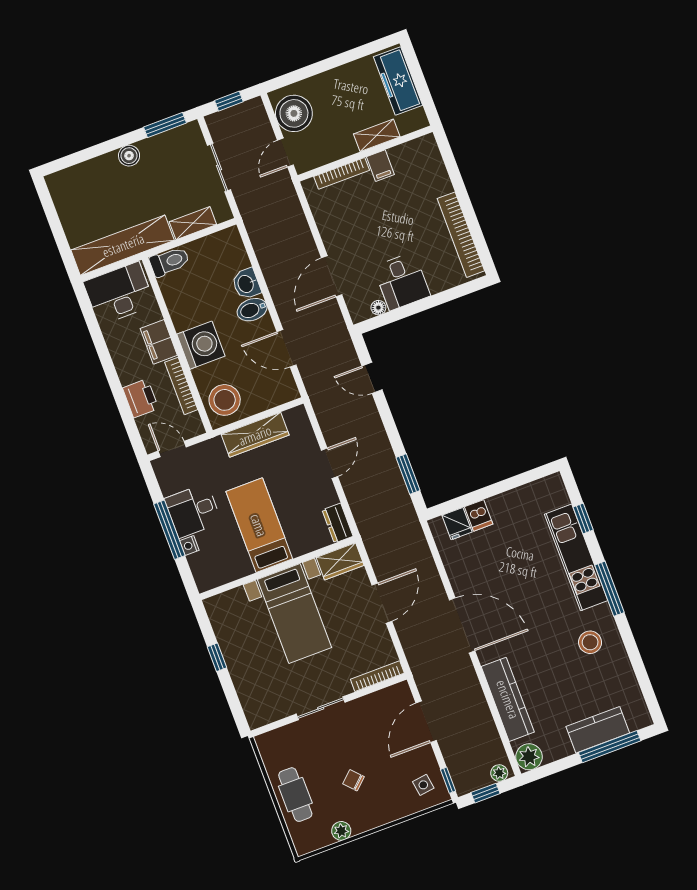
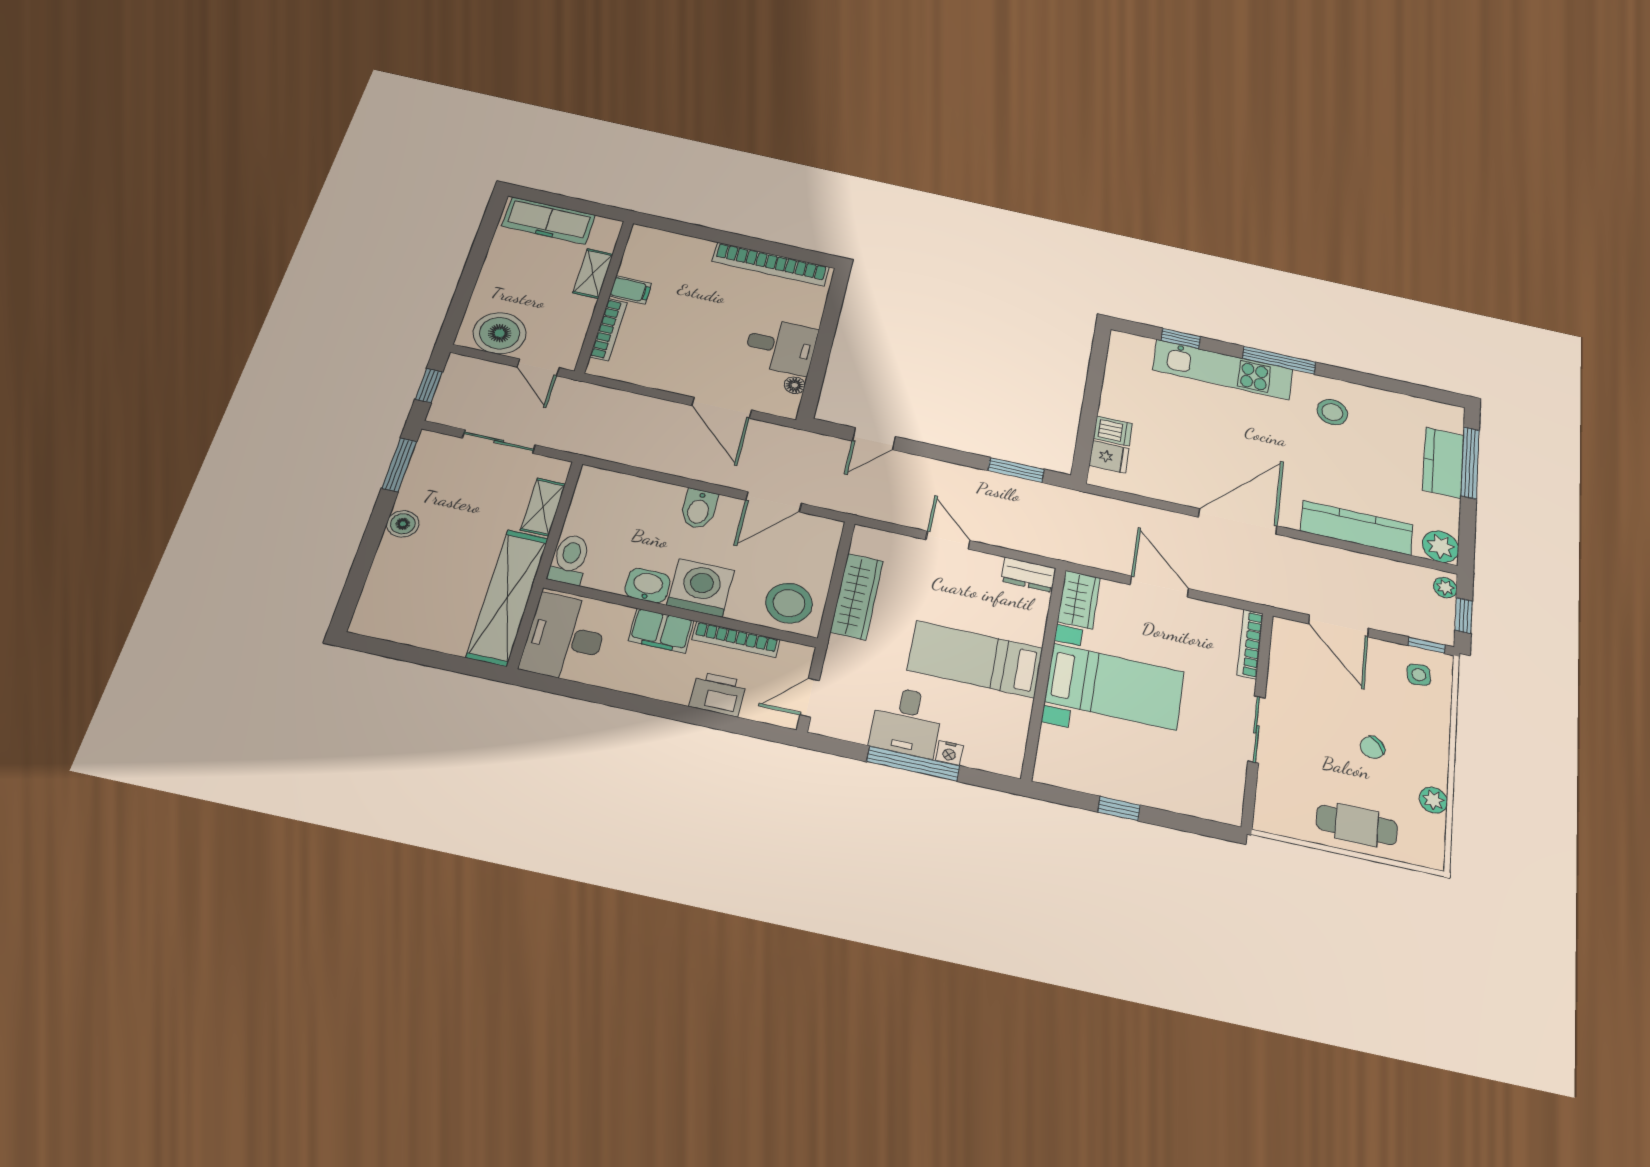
washbasin: (246, 284) -> (648, 586), moved, turned 180

